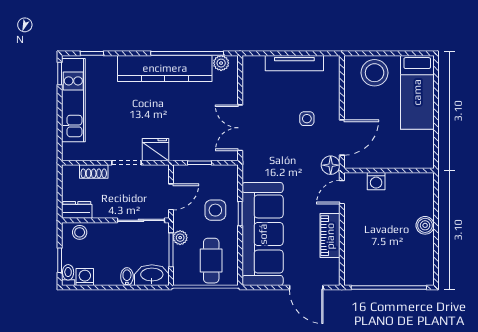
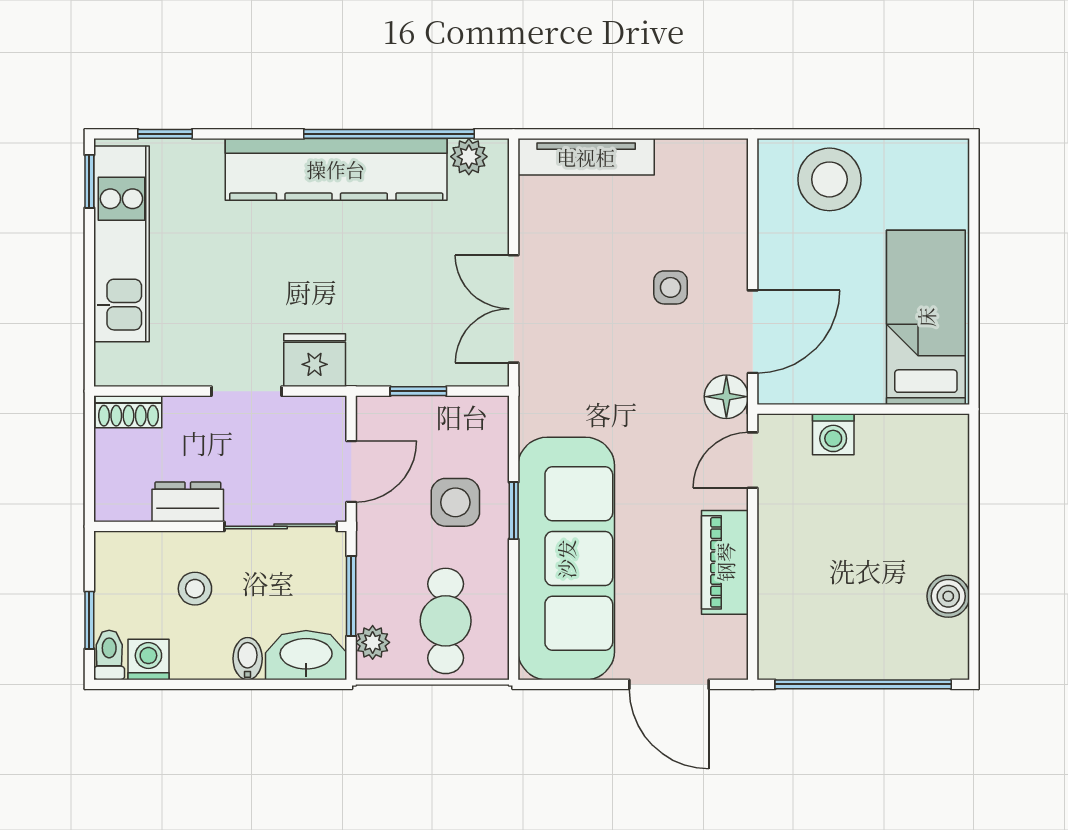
tv unit: (294, 63) -> (586, 157), moved
bed: (417, 92) -> (926, 317), moved, turned 180
shoe rack: (94, 172) -> (128, 412), moved
dresser: (77, 210) -> (188, 502), moved
boiler: (425, 225) -> (948, 596), moved
stool: (80, 232) -> (195, 589), moved
plant: (180, 238) -> (373, 642), moved

